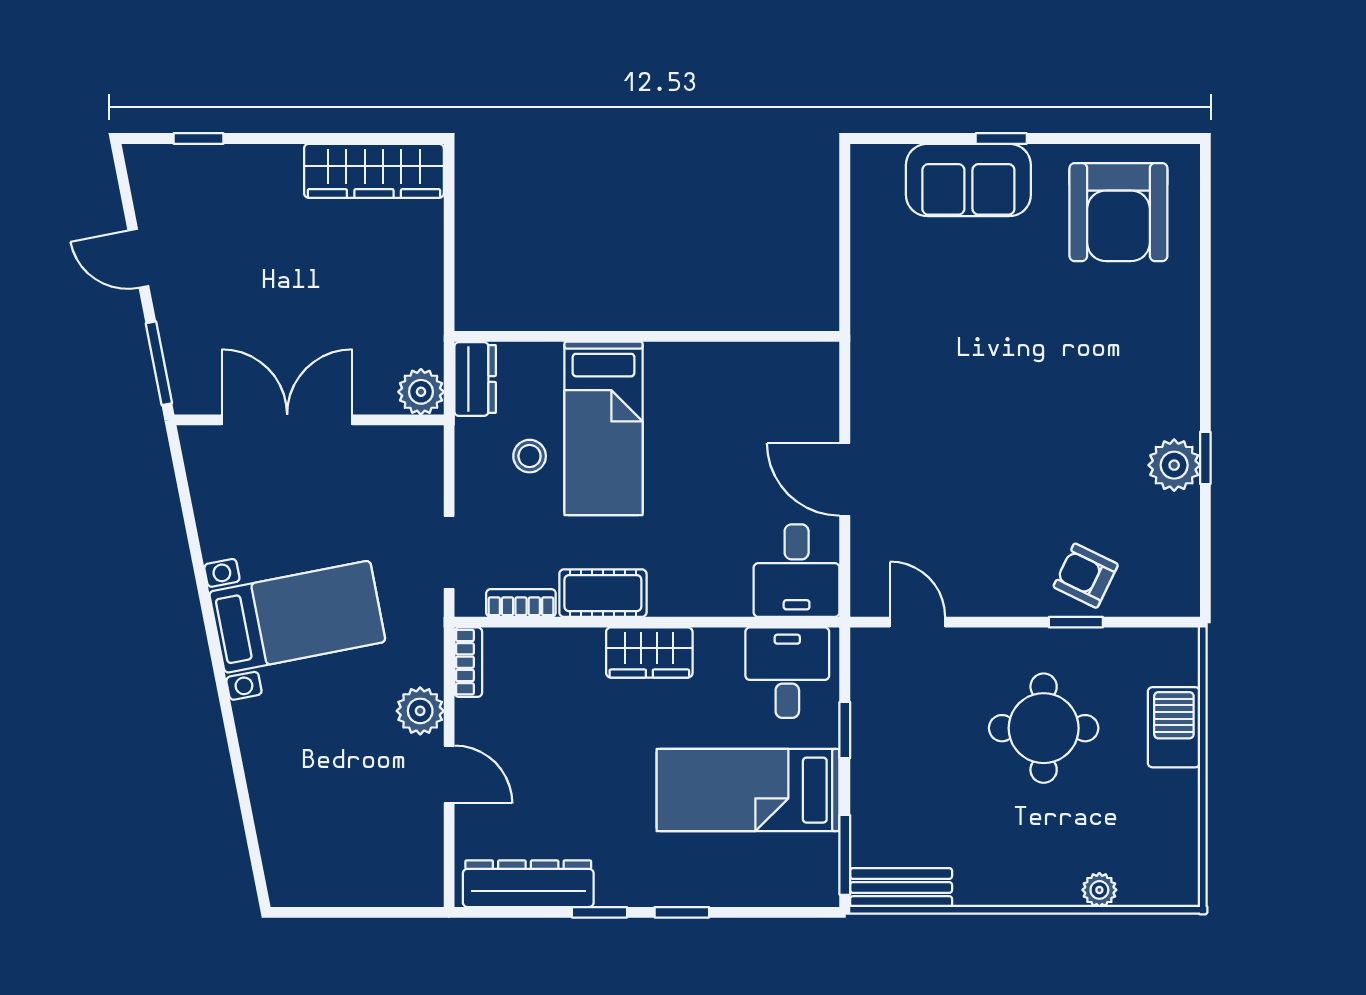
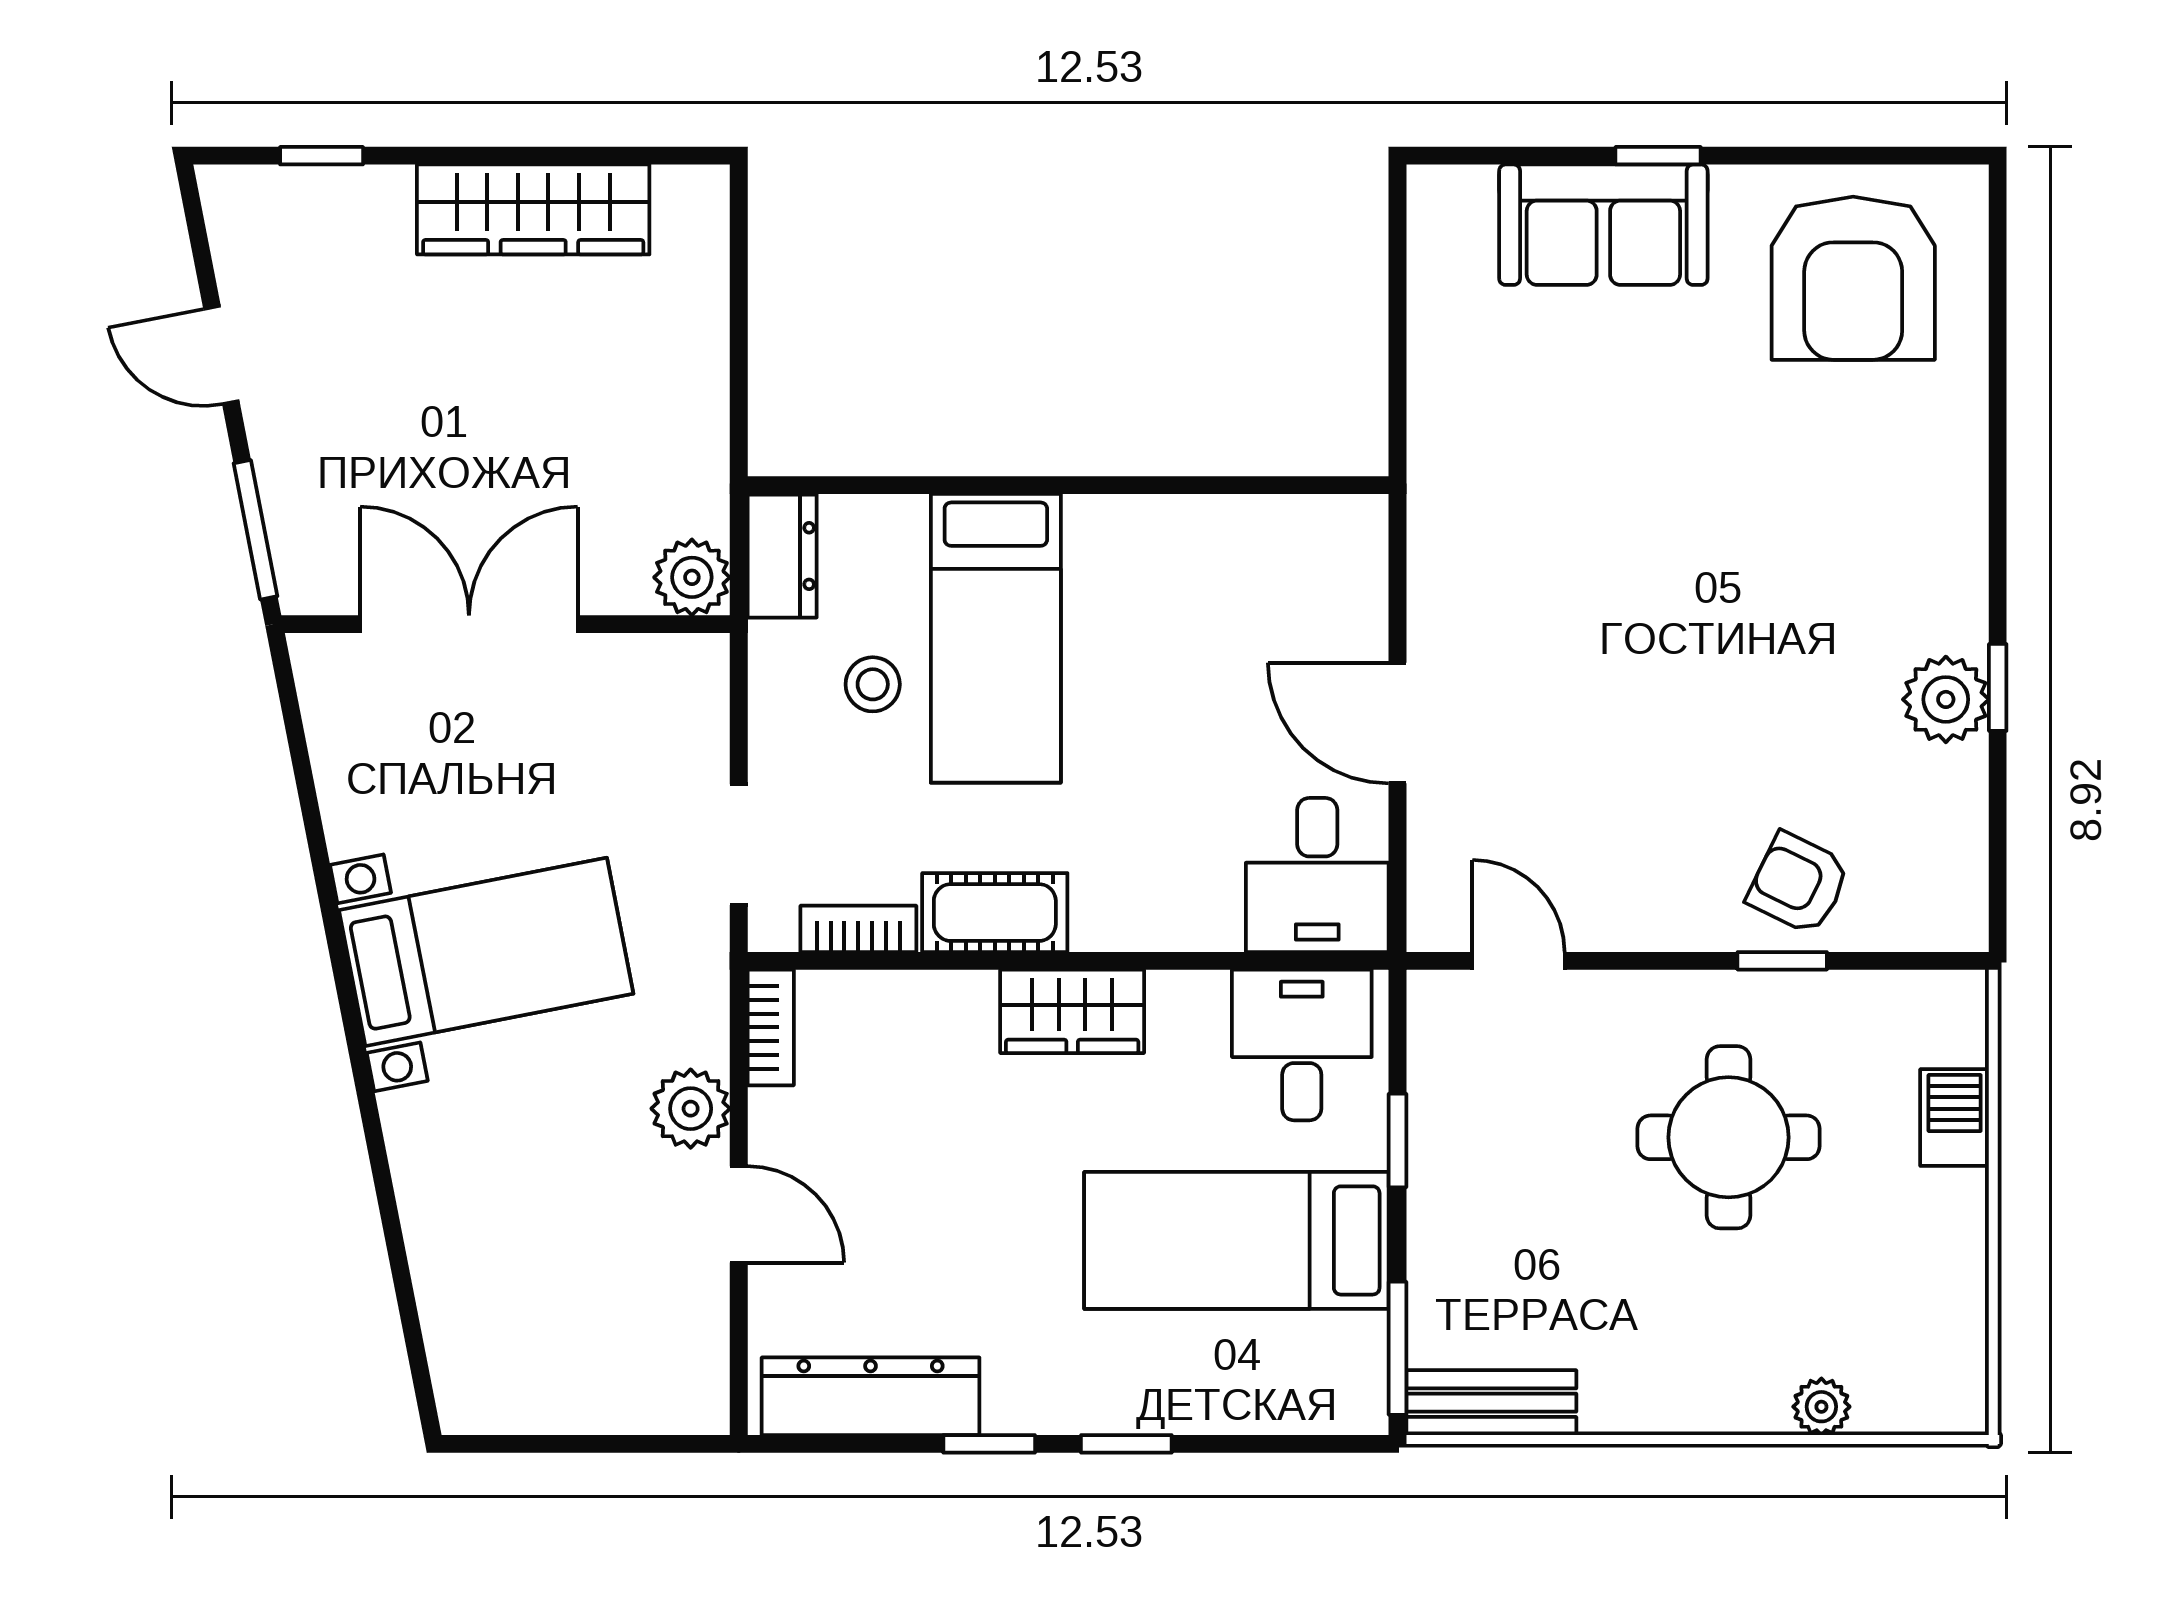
wardrobe: (374, 171) -> (533, 209), moved
barbecue: (1174, 727) -> (1955, 1118), width x0.73, depth x0.79

